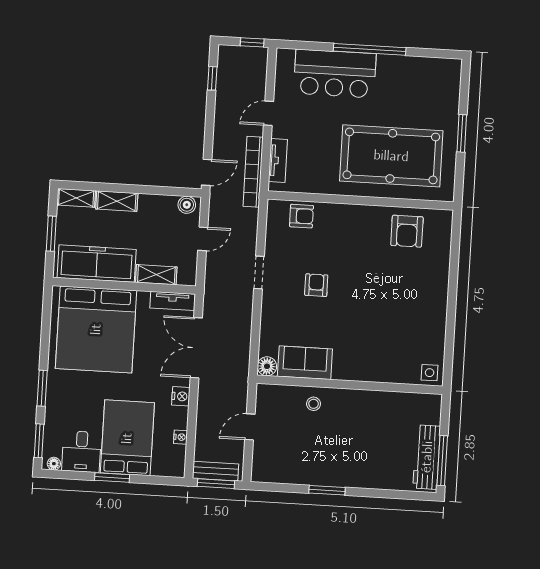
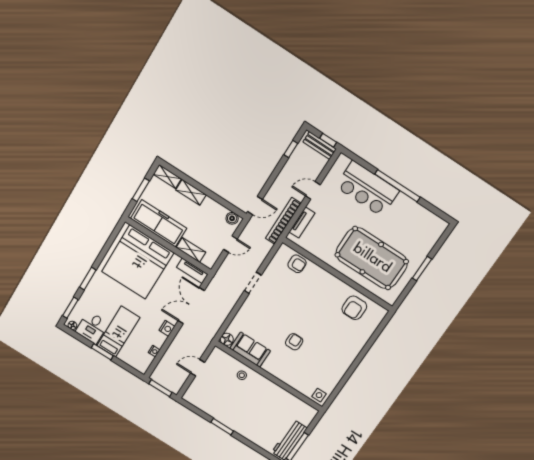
armchair: (316, 285) -> (294, 342), moved
bed: (127, 438) -> (118, 332), width x0.67
bench: (215, 471) -> (320, 146), moved

